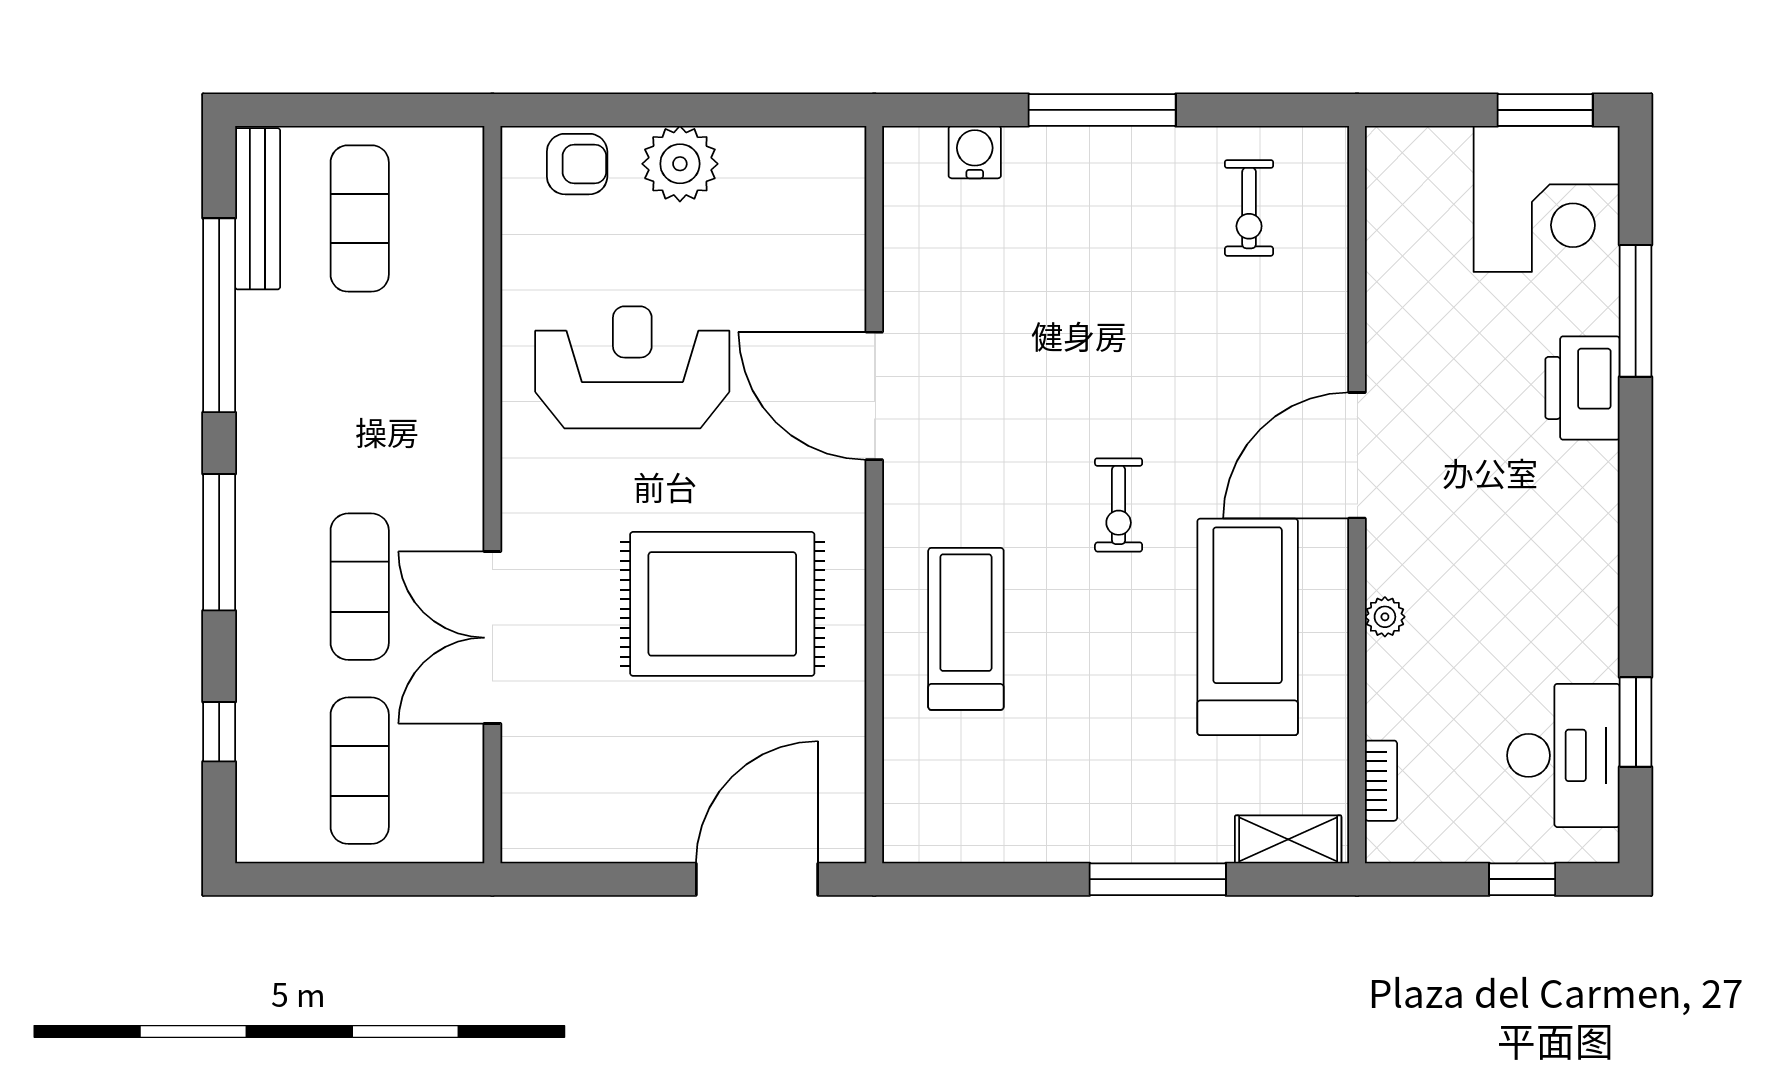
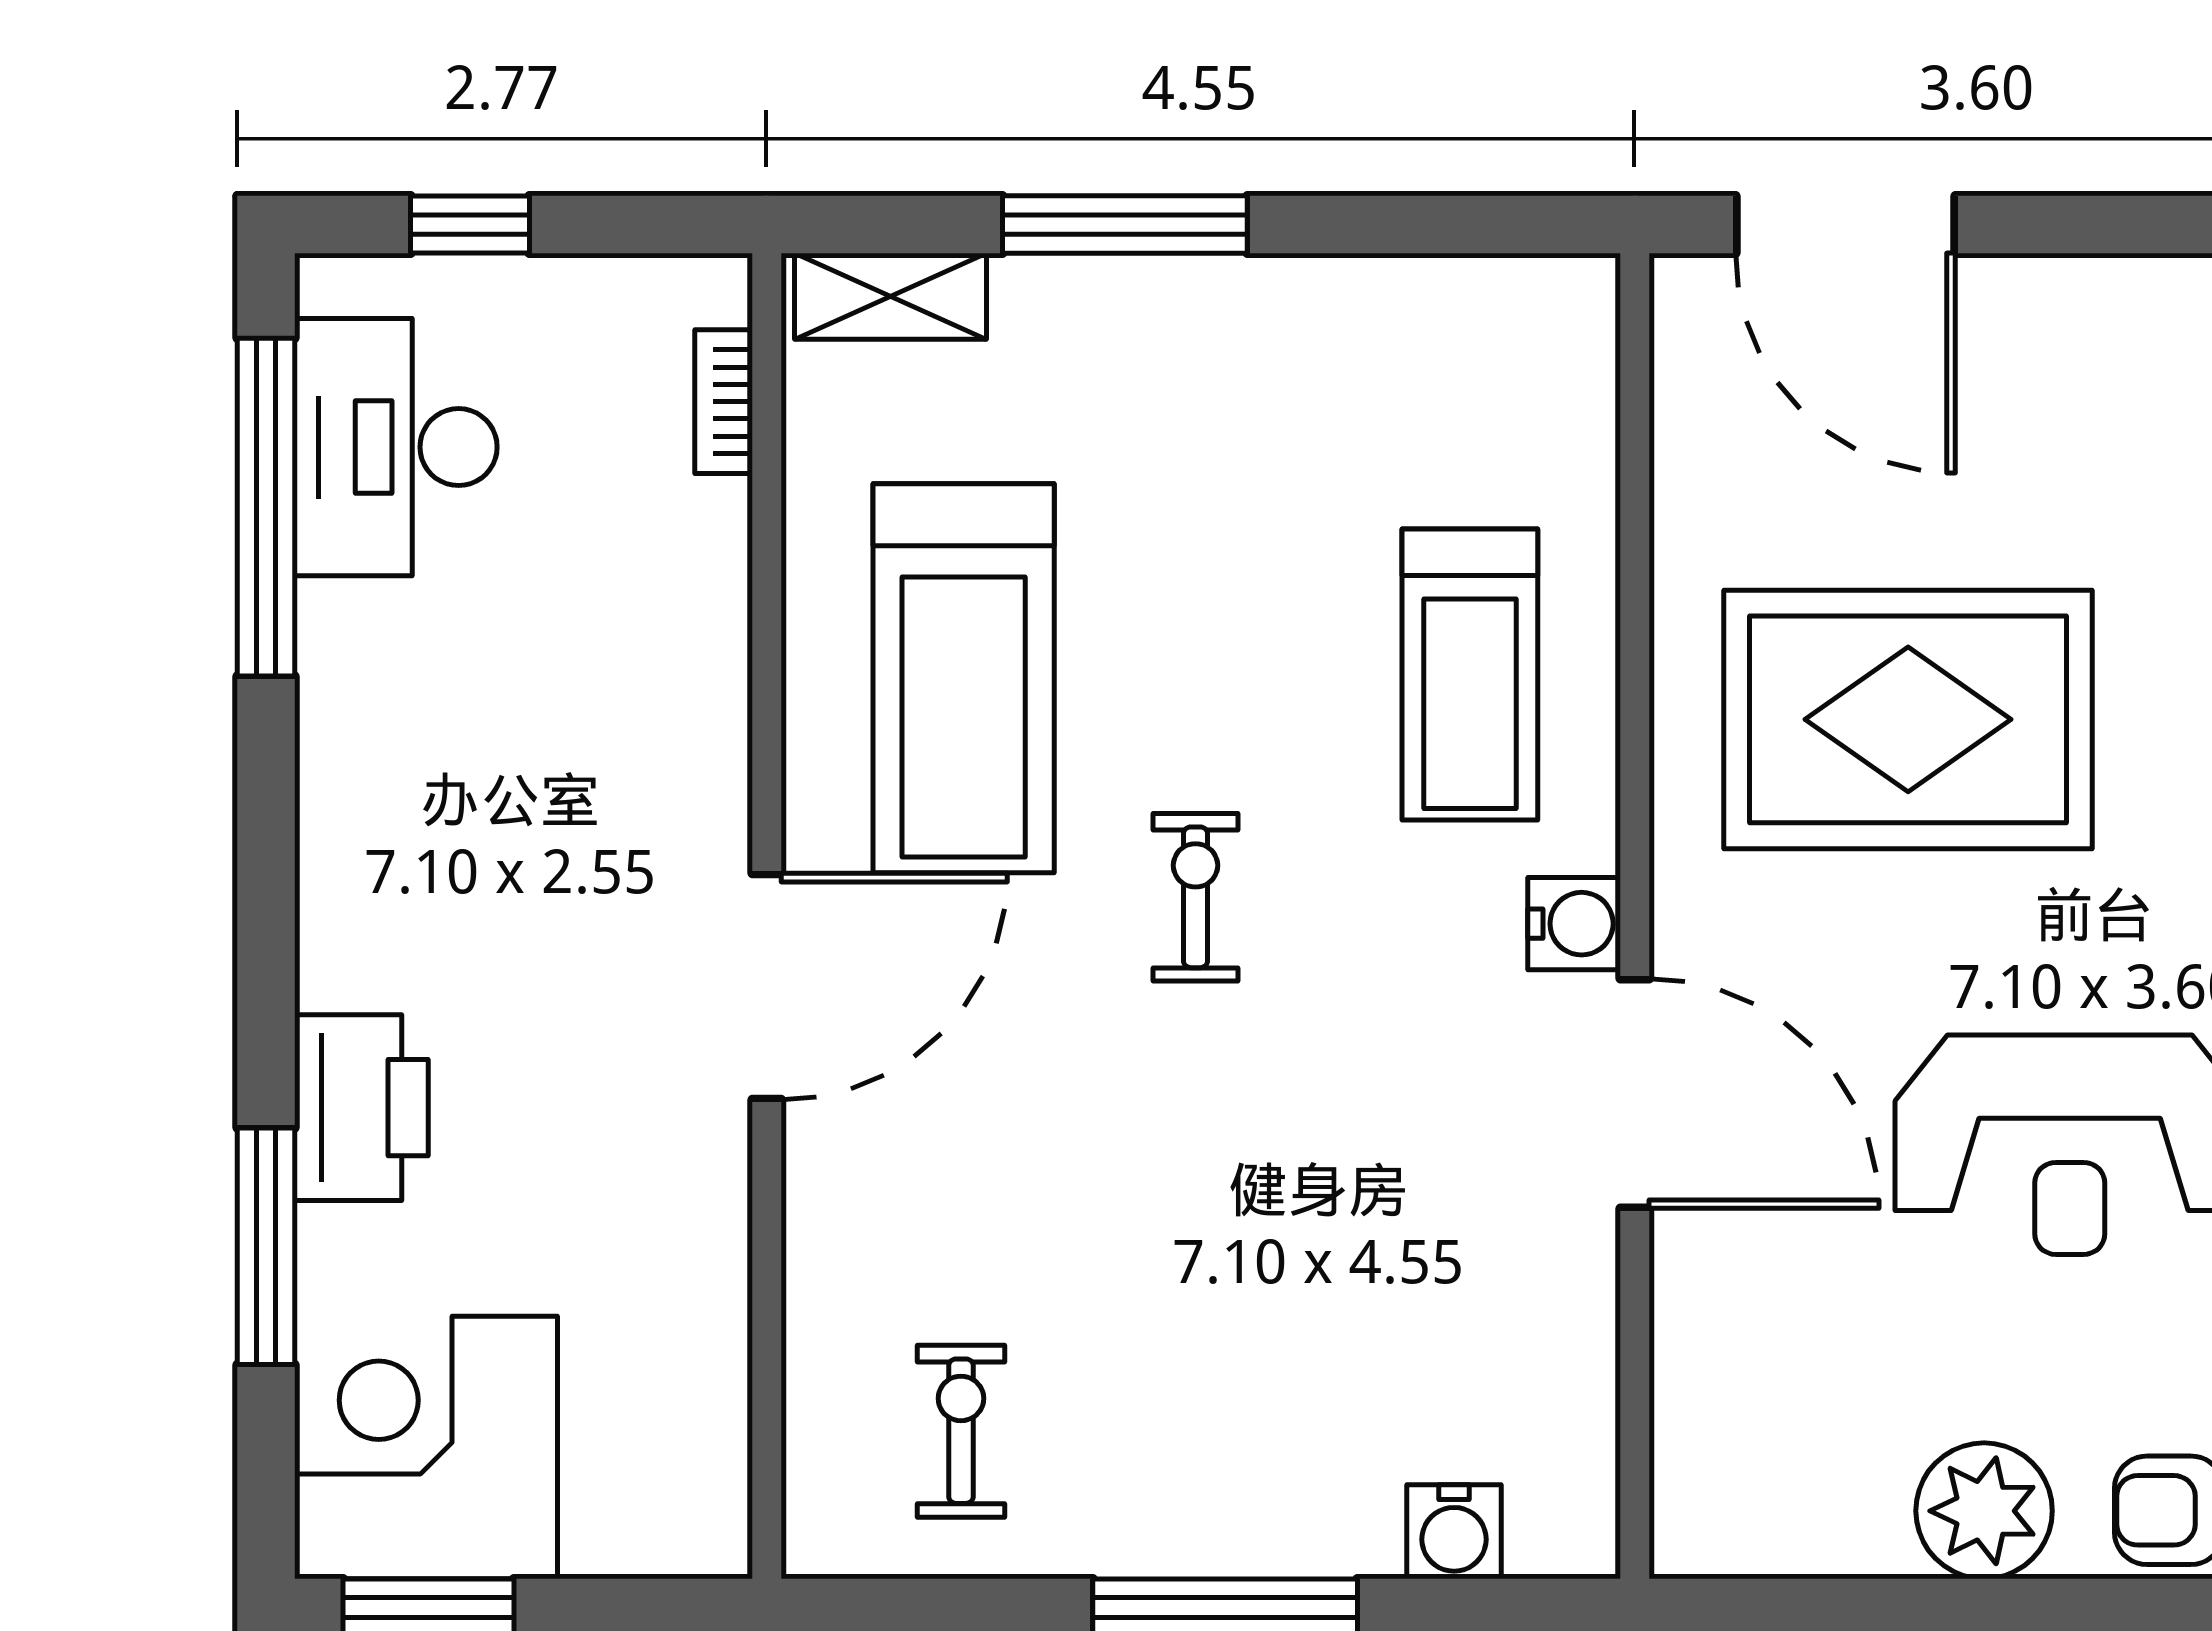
water cooler: (908, 490) -> (1574, 924), added
plant: (1385, 617) -> (717, 696), removed
window: (1636, 722) -> (266, 507), width x2.11
door: (757, 879) -> (1845, 225), hinge flipped

